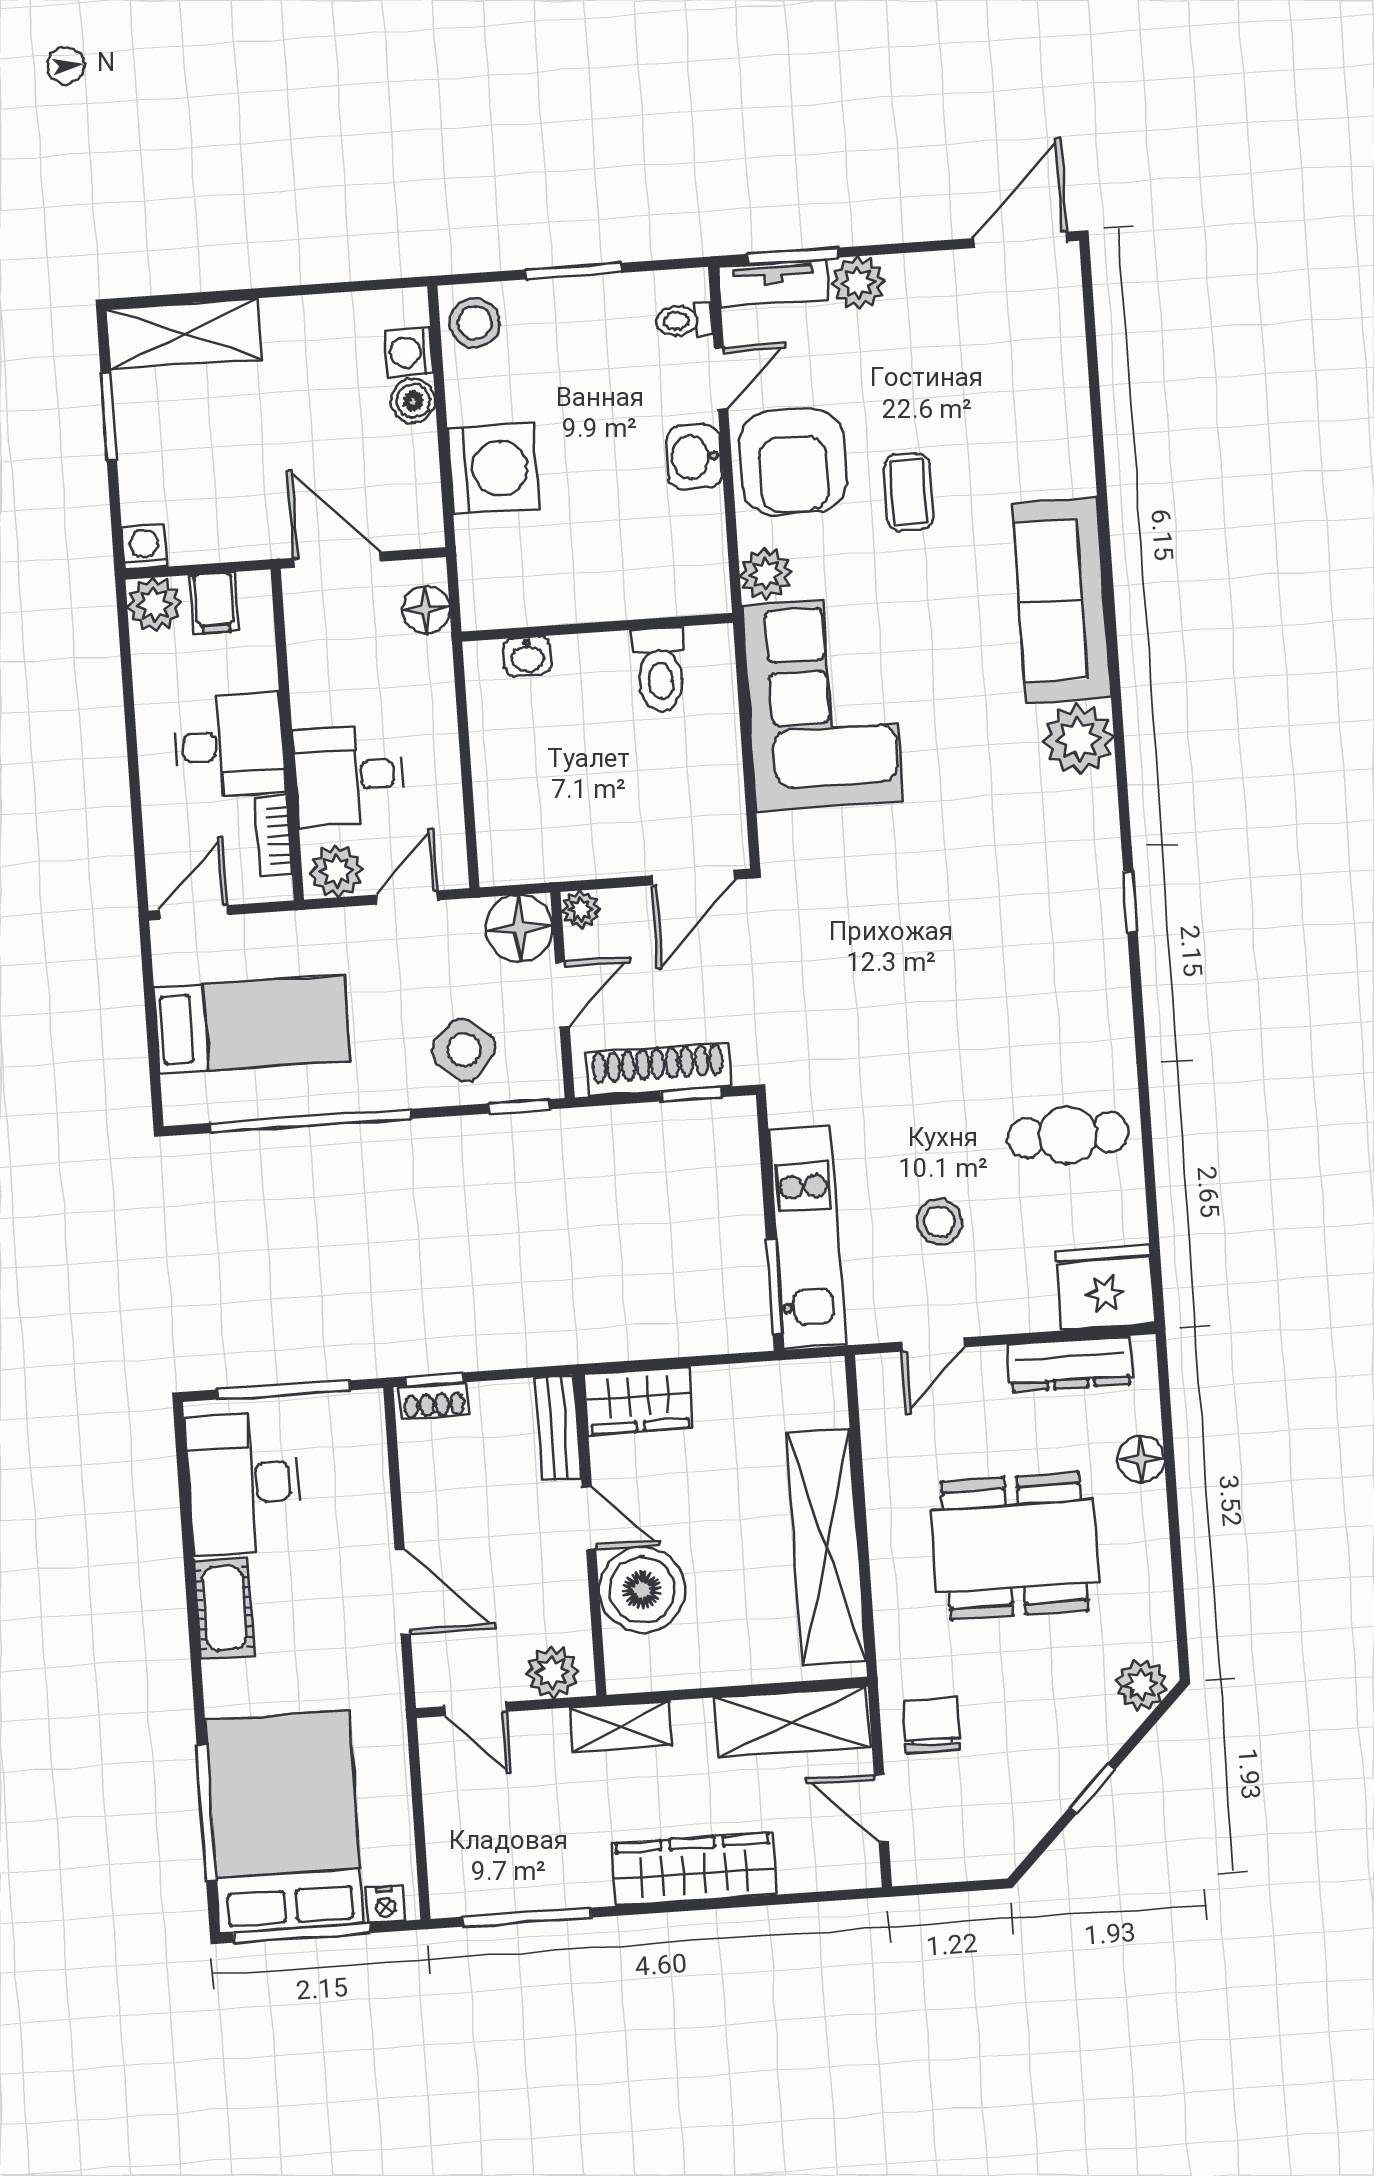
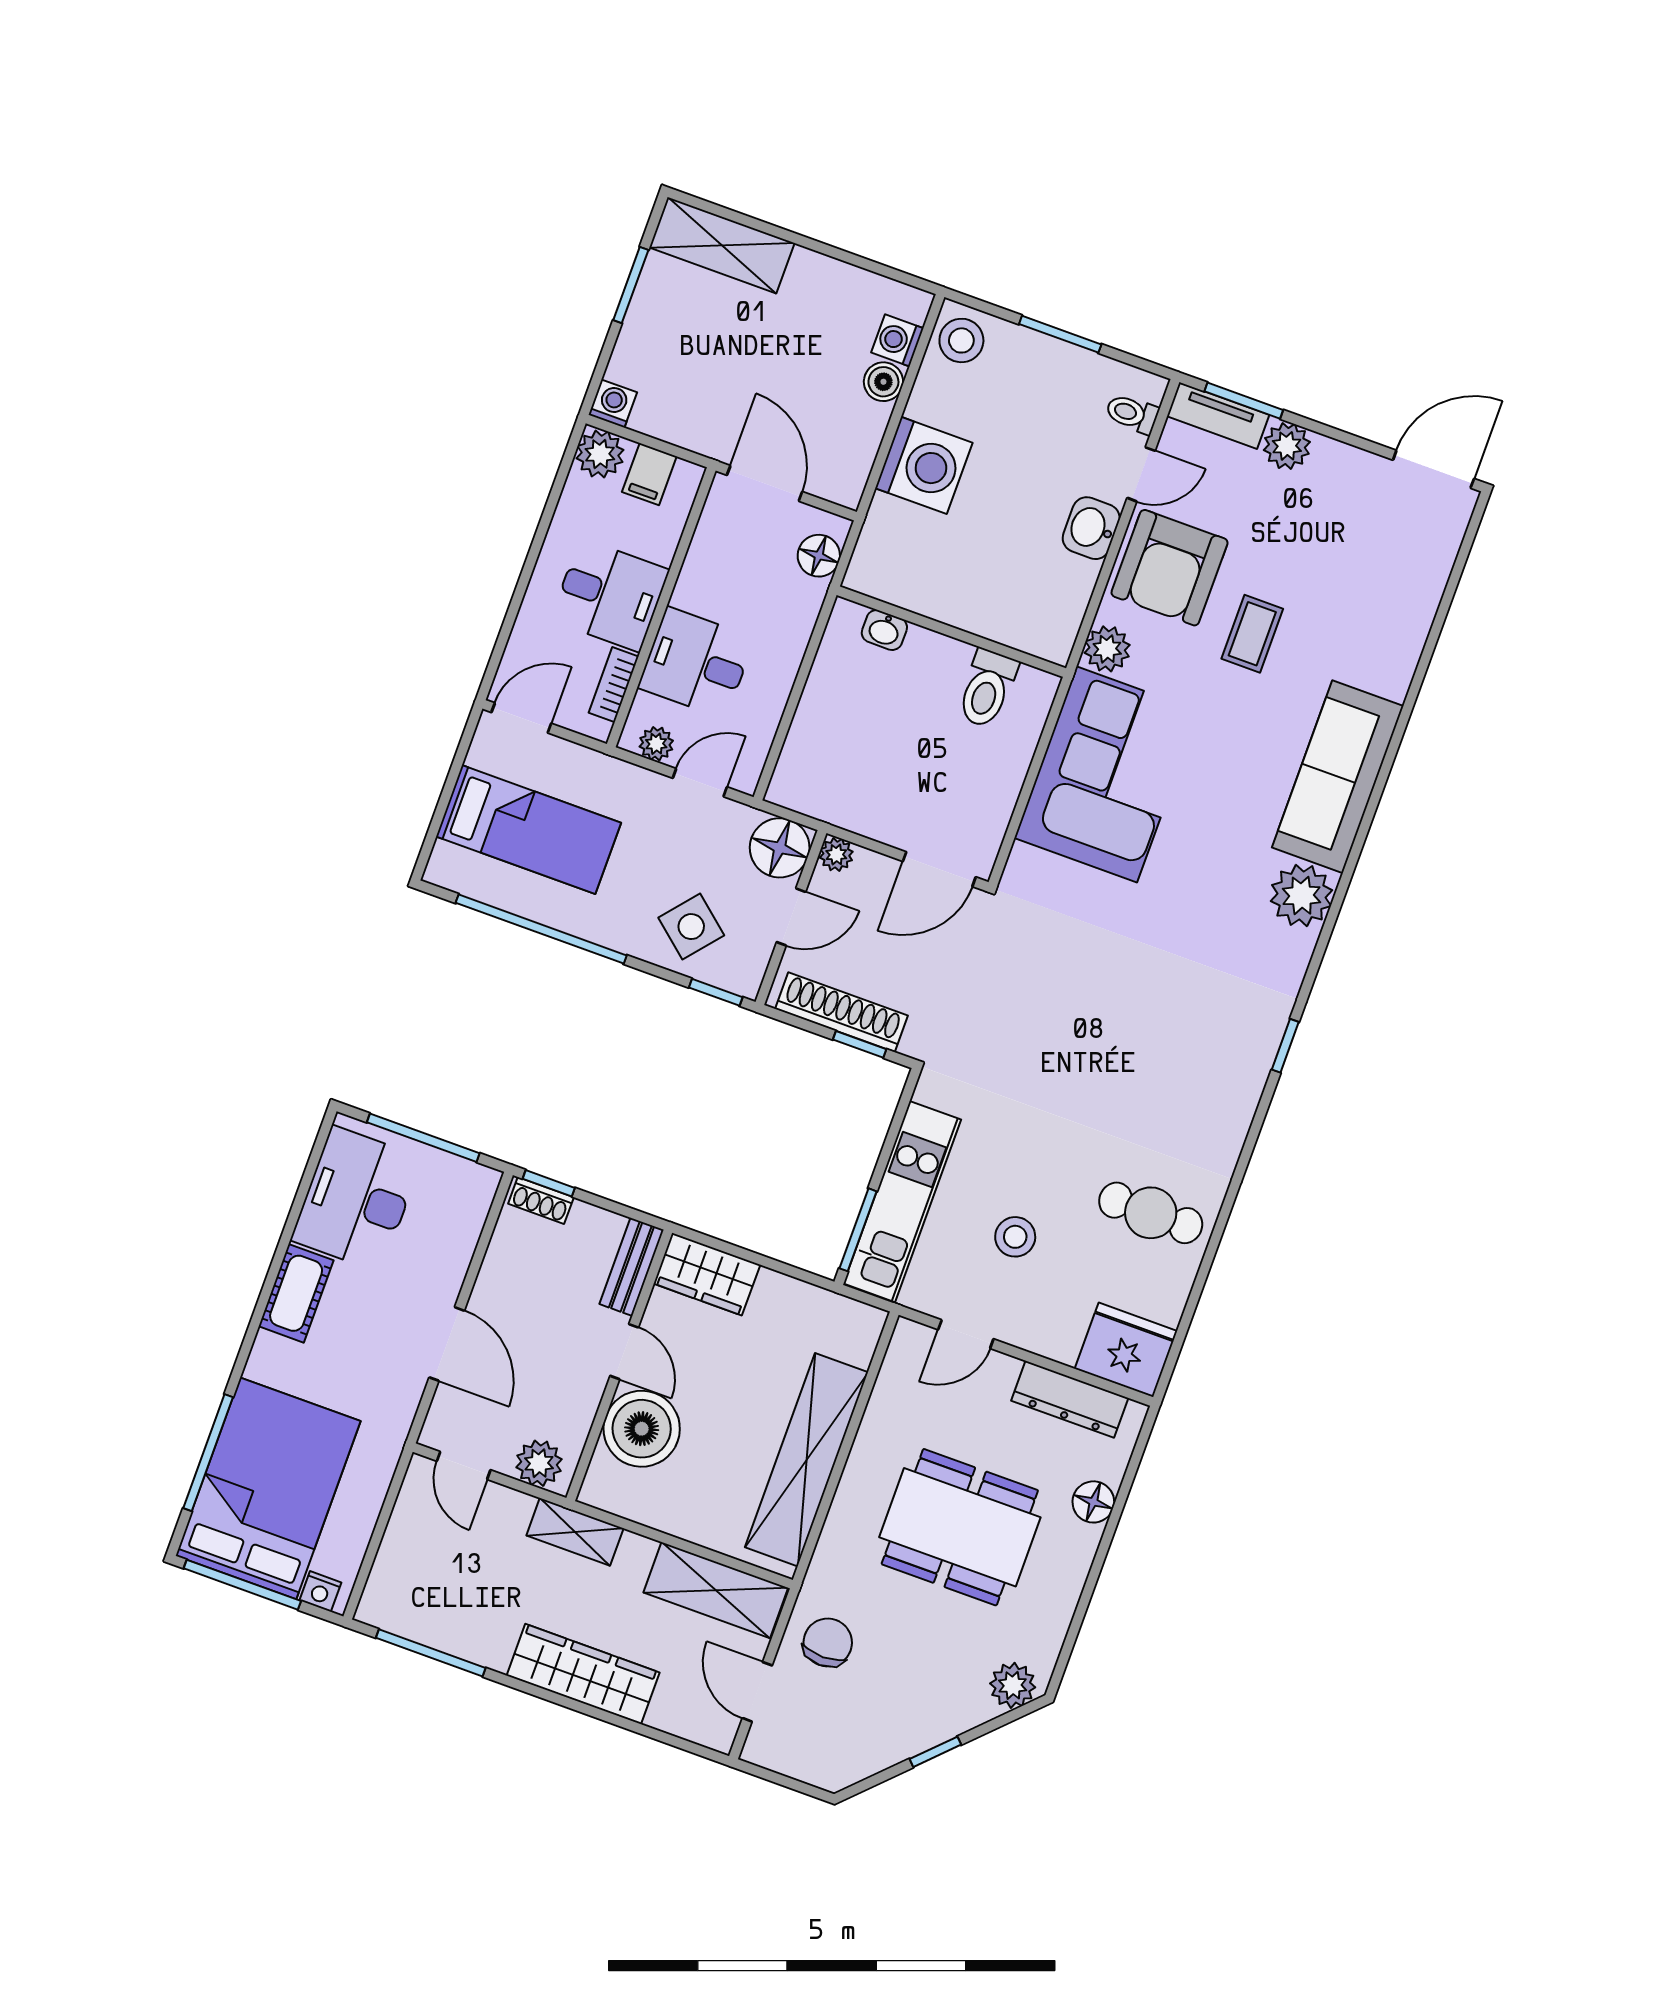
plant: (337, 871) -> (656, 744), width x0.73, depth x0.73

